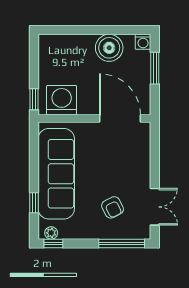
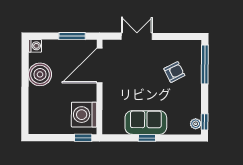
window: (155, 68) -> (72, 36), moved
sofa: (56, 174) -> (146, 123), width x0.54, depth x0.79
window: (34, 203) -> (147, 138), moved
double door: (155, 207) -> (137, 36), moved

